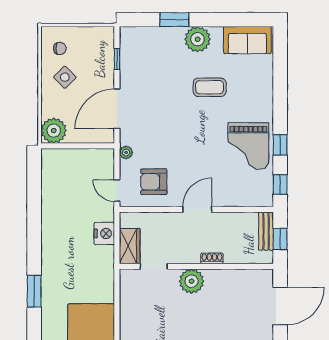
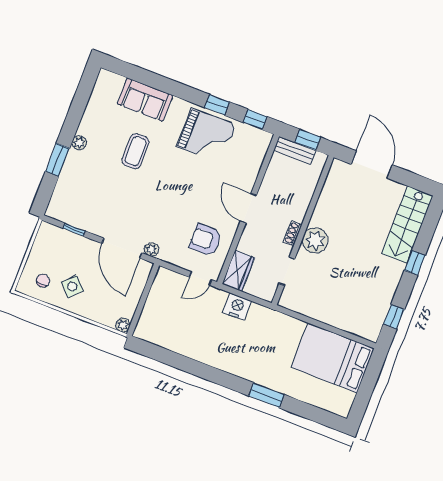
plant: (198, 39) -> (79, 143), width x0.53, depth x0.53
sofa: (247, 40) -> (145, 100), moved, turned 90
plant: (54, 131) -> (123, 325), width x0.53, depth x0.53
plant: (126, 152) -> (152, 249), moved
armchair: (154, 182) -> (206, 240), turned 90
wardrobe: (130, 246) -> (238, 271), moved, turned 90
shoe rack: (212, 258) -> (293, 233), moved

